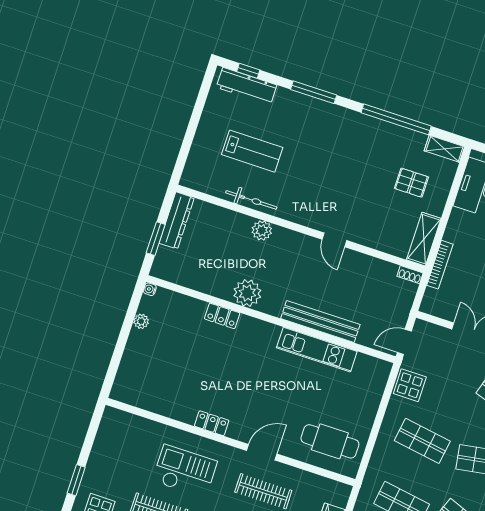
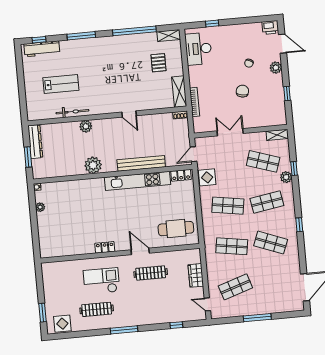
pallet: (411, 183) -> (158, 63), turned 90
locker: (222, 316) -> (181, 175), moved
kitchen unit: (317, 350) -> (137, 181), width x1.36
door: (262, 452) -> (140, 251), hinge flipped

